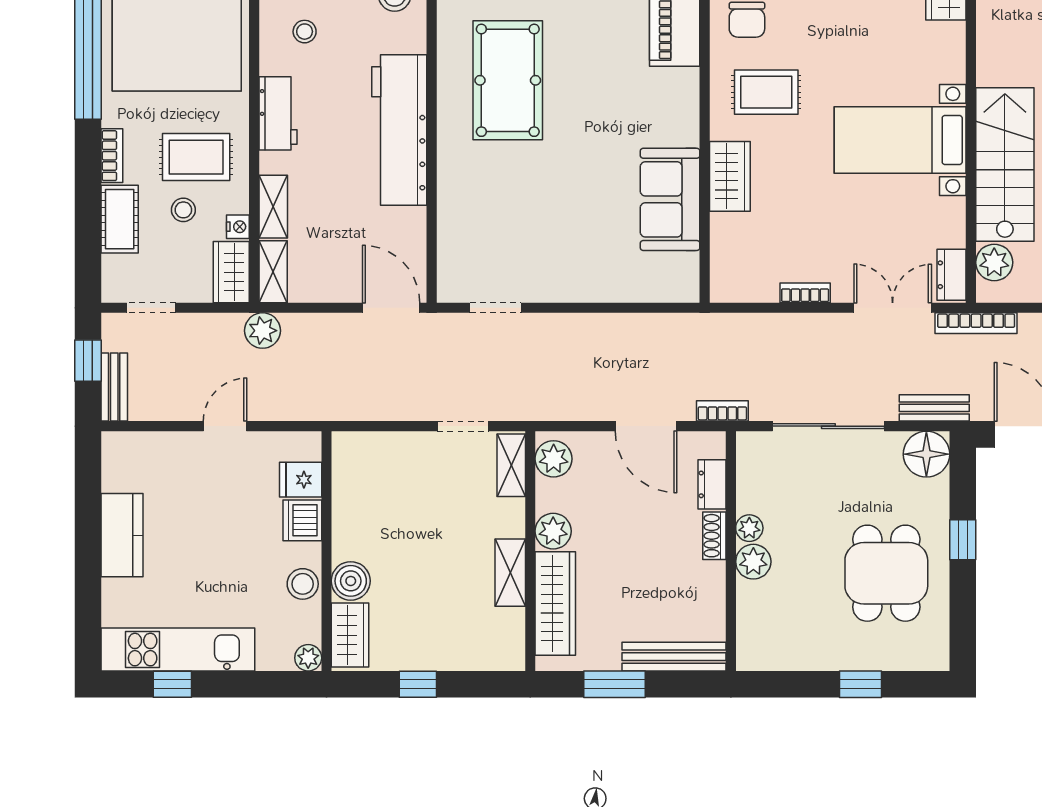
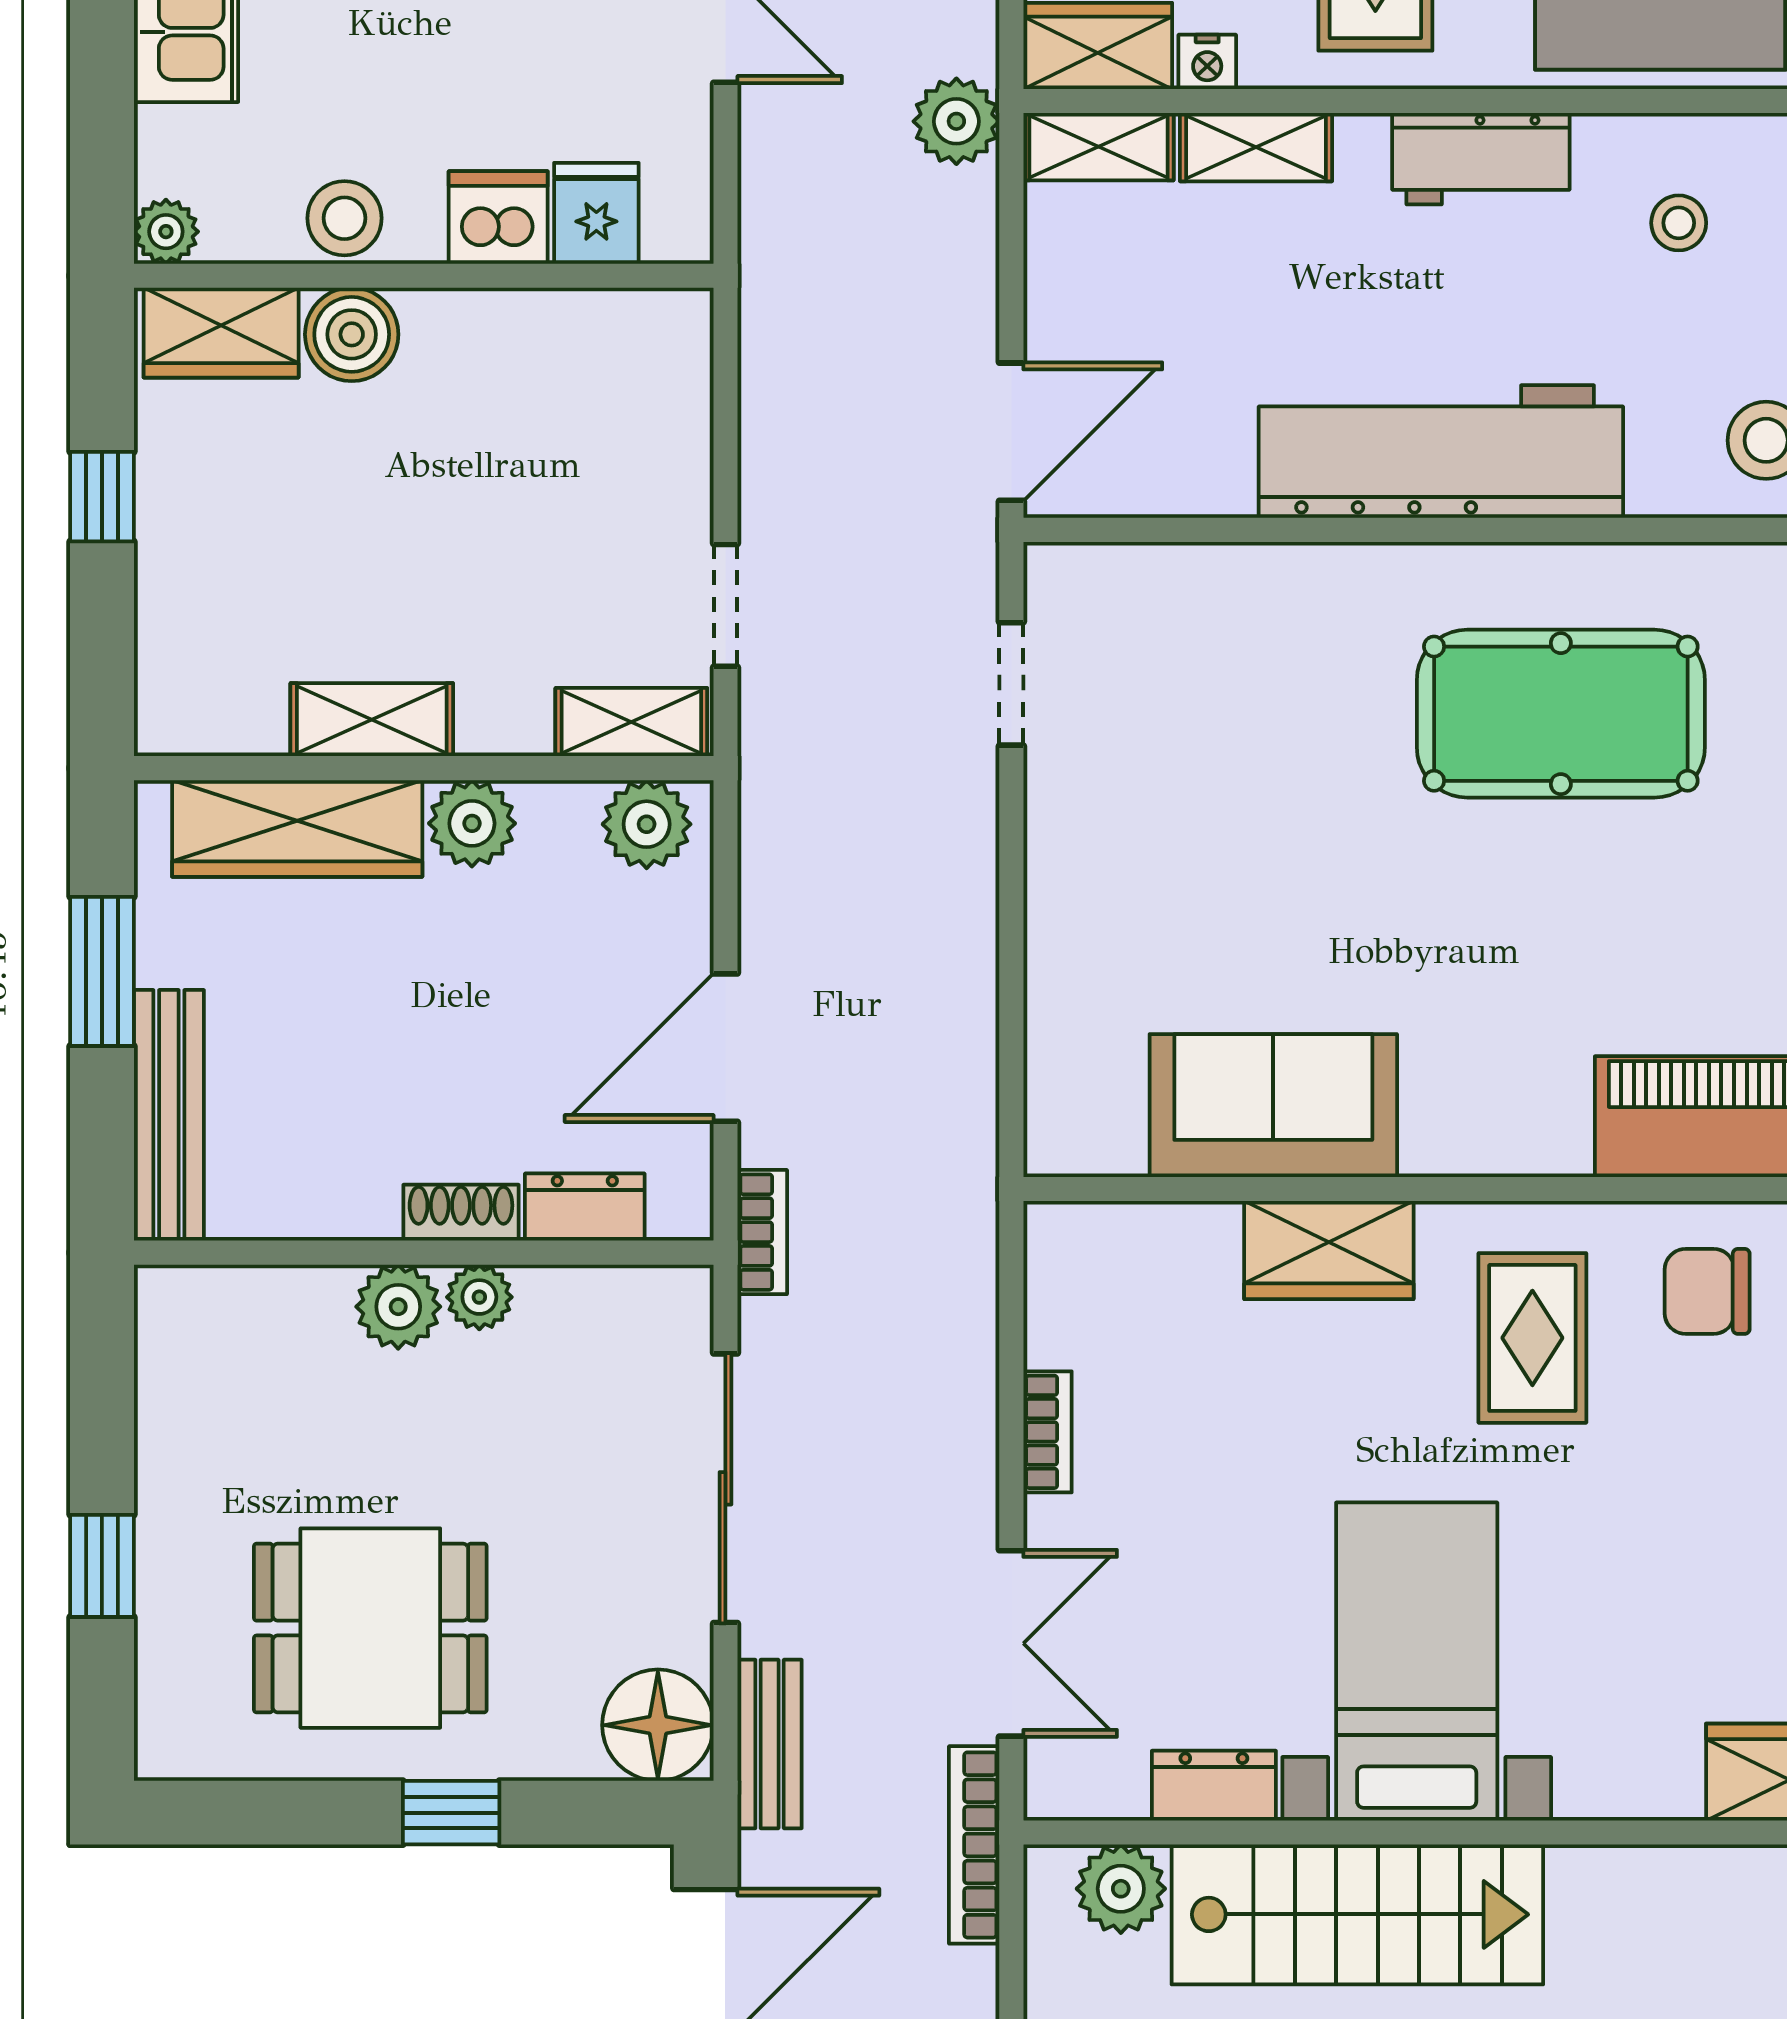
dresser: (952, 275) -> (1214, 1786), moved

